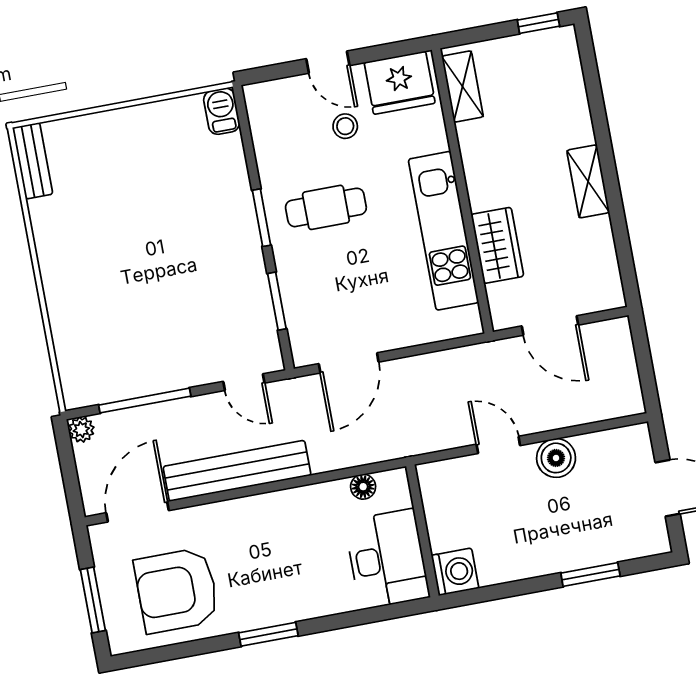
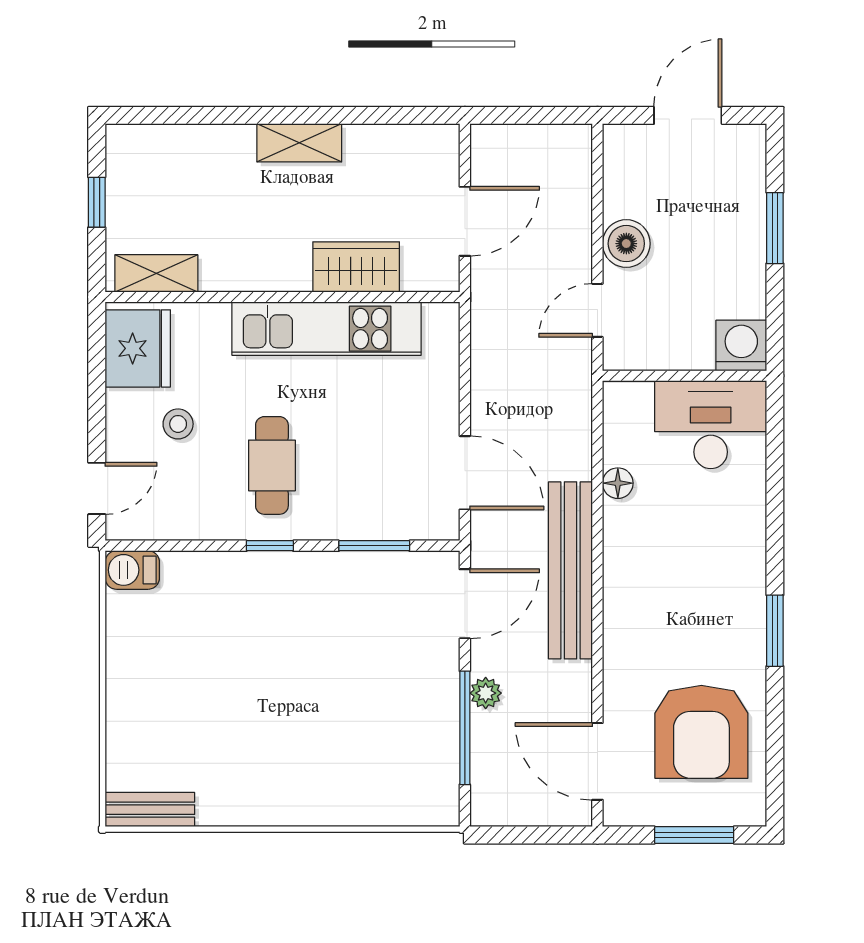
window: (538, 23) -> (97, 202), moved
door: (328, 62) -> (97, 488), moved
window: (261, 218) -> (270, 546), width x0.67
door: (244, 382) -> (465, 604), width x1.38
plant: (81, 430) -> (486, 693), moved
bench: (237, 471) -> (570, 570), moved
wall: (422, 531) -> (685, 376), moved
desk: (387, 559) -> (711, 425), moved
washing machine: (455, 572) -> (741, 345), moved

